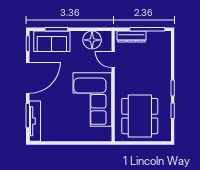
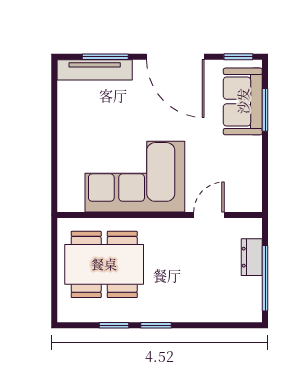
dresser: (132, 36) -> (252, 257), width x0.70
floor lamp: (92, 40) -> (245, 176), removed

